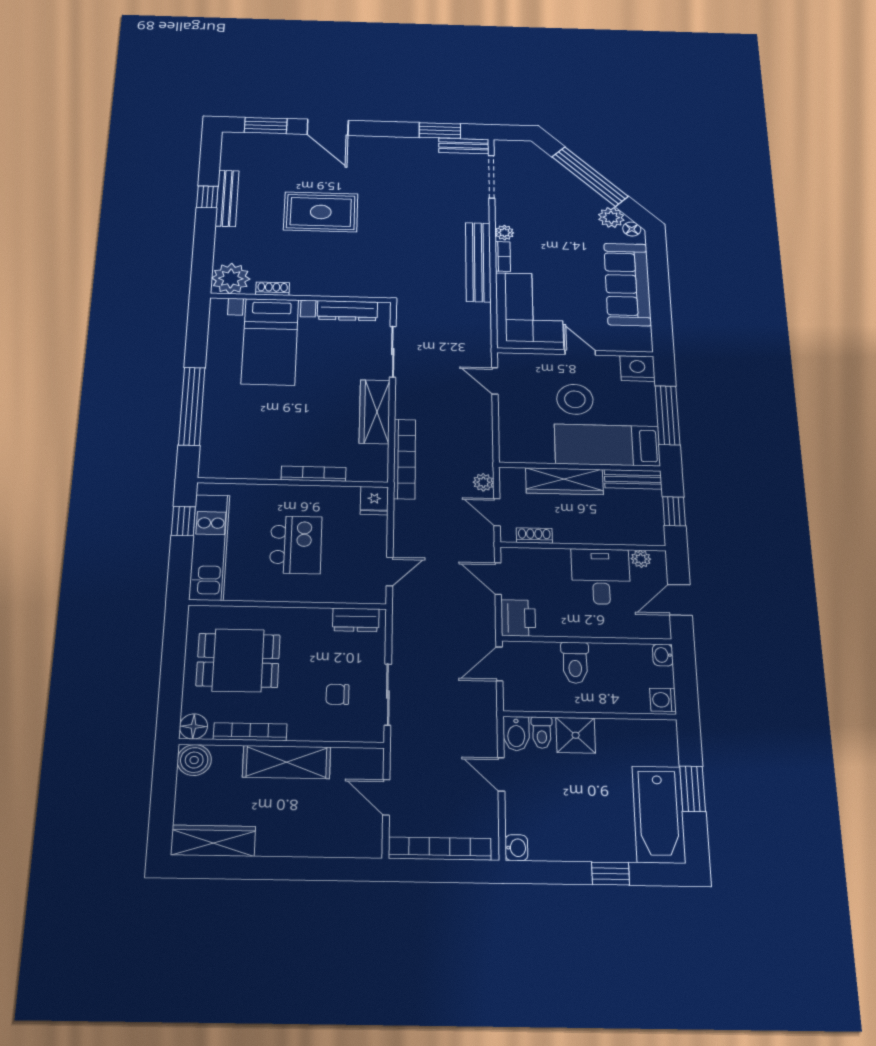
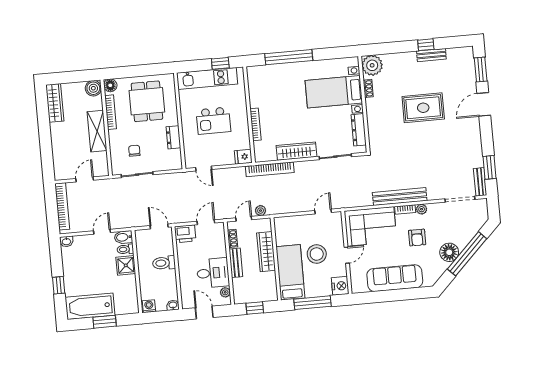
bench: (227, 198) -> (431, 55), width x0.73
rug: (321, 212) -> (423, 108), turned 90
plant: (611, 217) -> (439, 267), removed
floor lamp: (632, 229) -> (449, 252), moved, width x1.89, depth x1.89
armchair: (555, 244) -> (417, 238), added
bench: (633, 479) -> (236, 263), moved
dresser: (356, 620) -> (173, 137), moved

